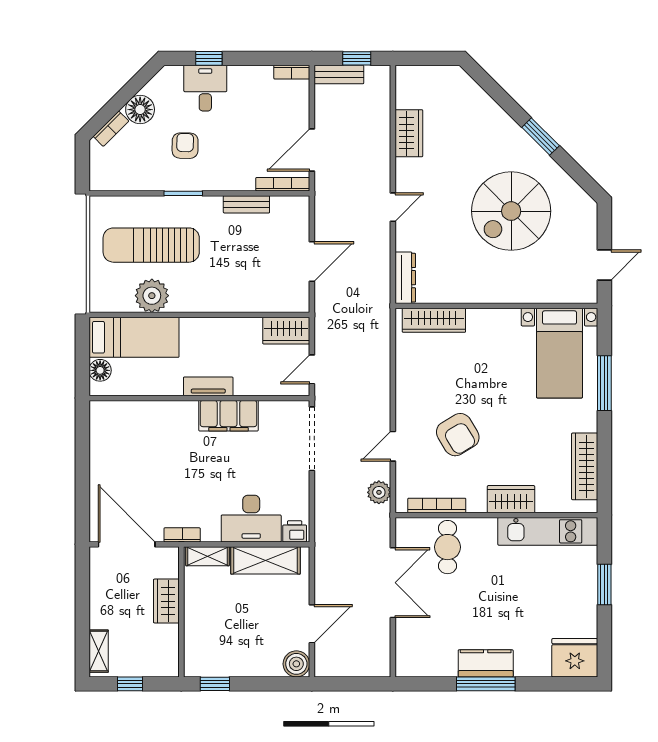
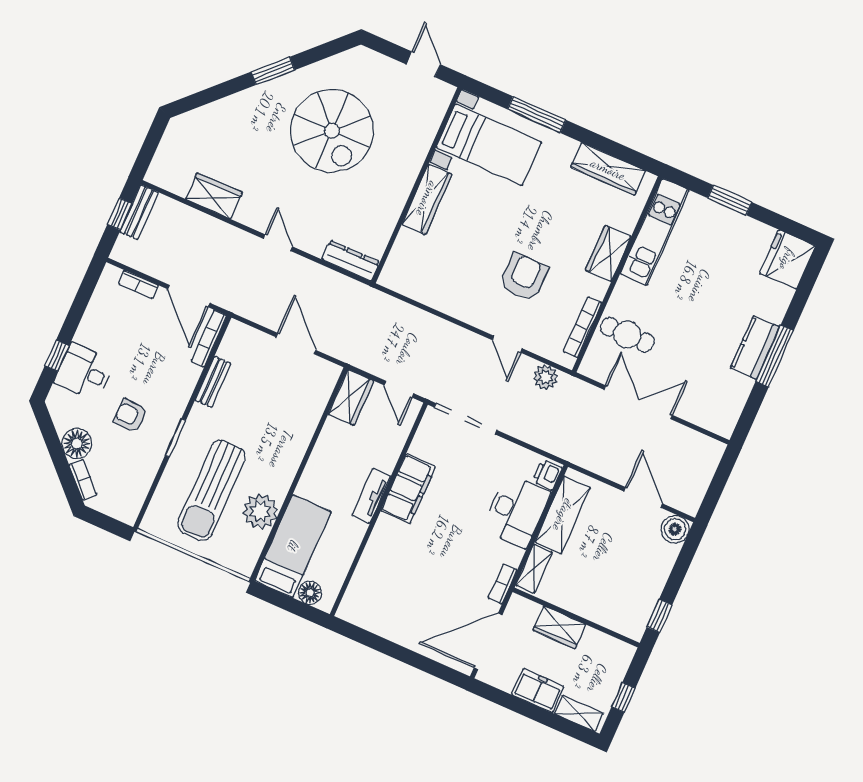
bookcase: (292, 72) -> (138, 285), moved, turned 90
bench: (339, 74) -> (139, 212), moved
wardrobe: (434, 320) -> (427, 199), moved
armchair: (458, 435) -> (524, 277), turned -59
freezer: (103, 607) -> (538, 691), added

